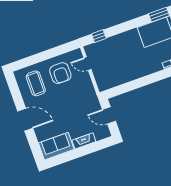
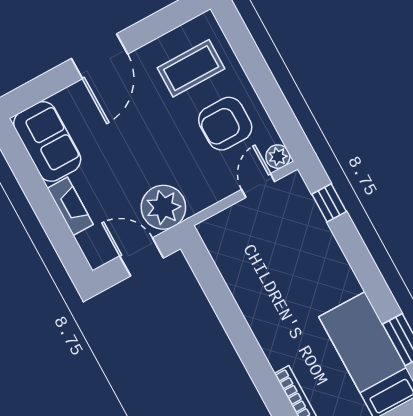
plant: (77, 54) -> (278, 157), added
plant: (90, 103) -> (163, 207), added
door: (109, 115) -> (142, 257), hinge flipped

